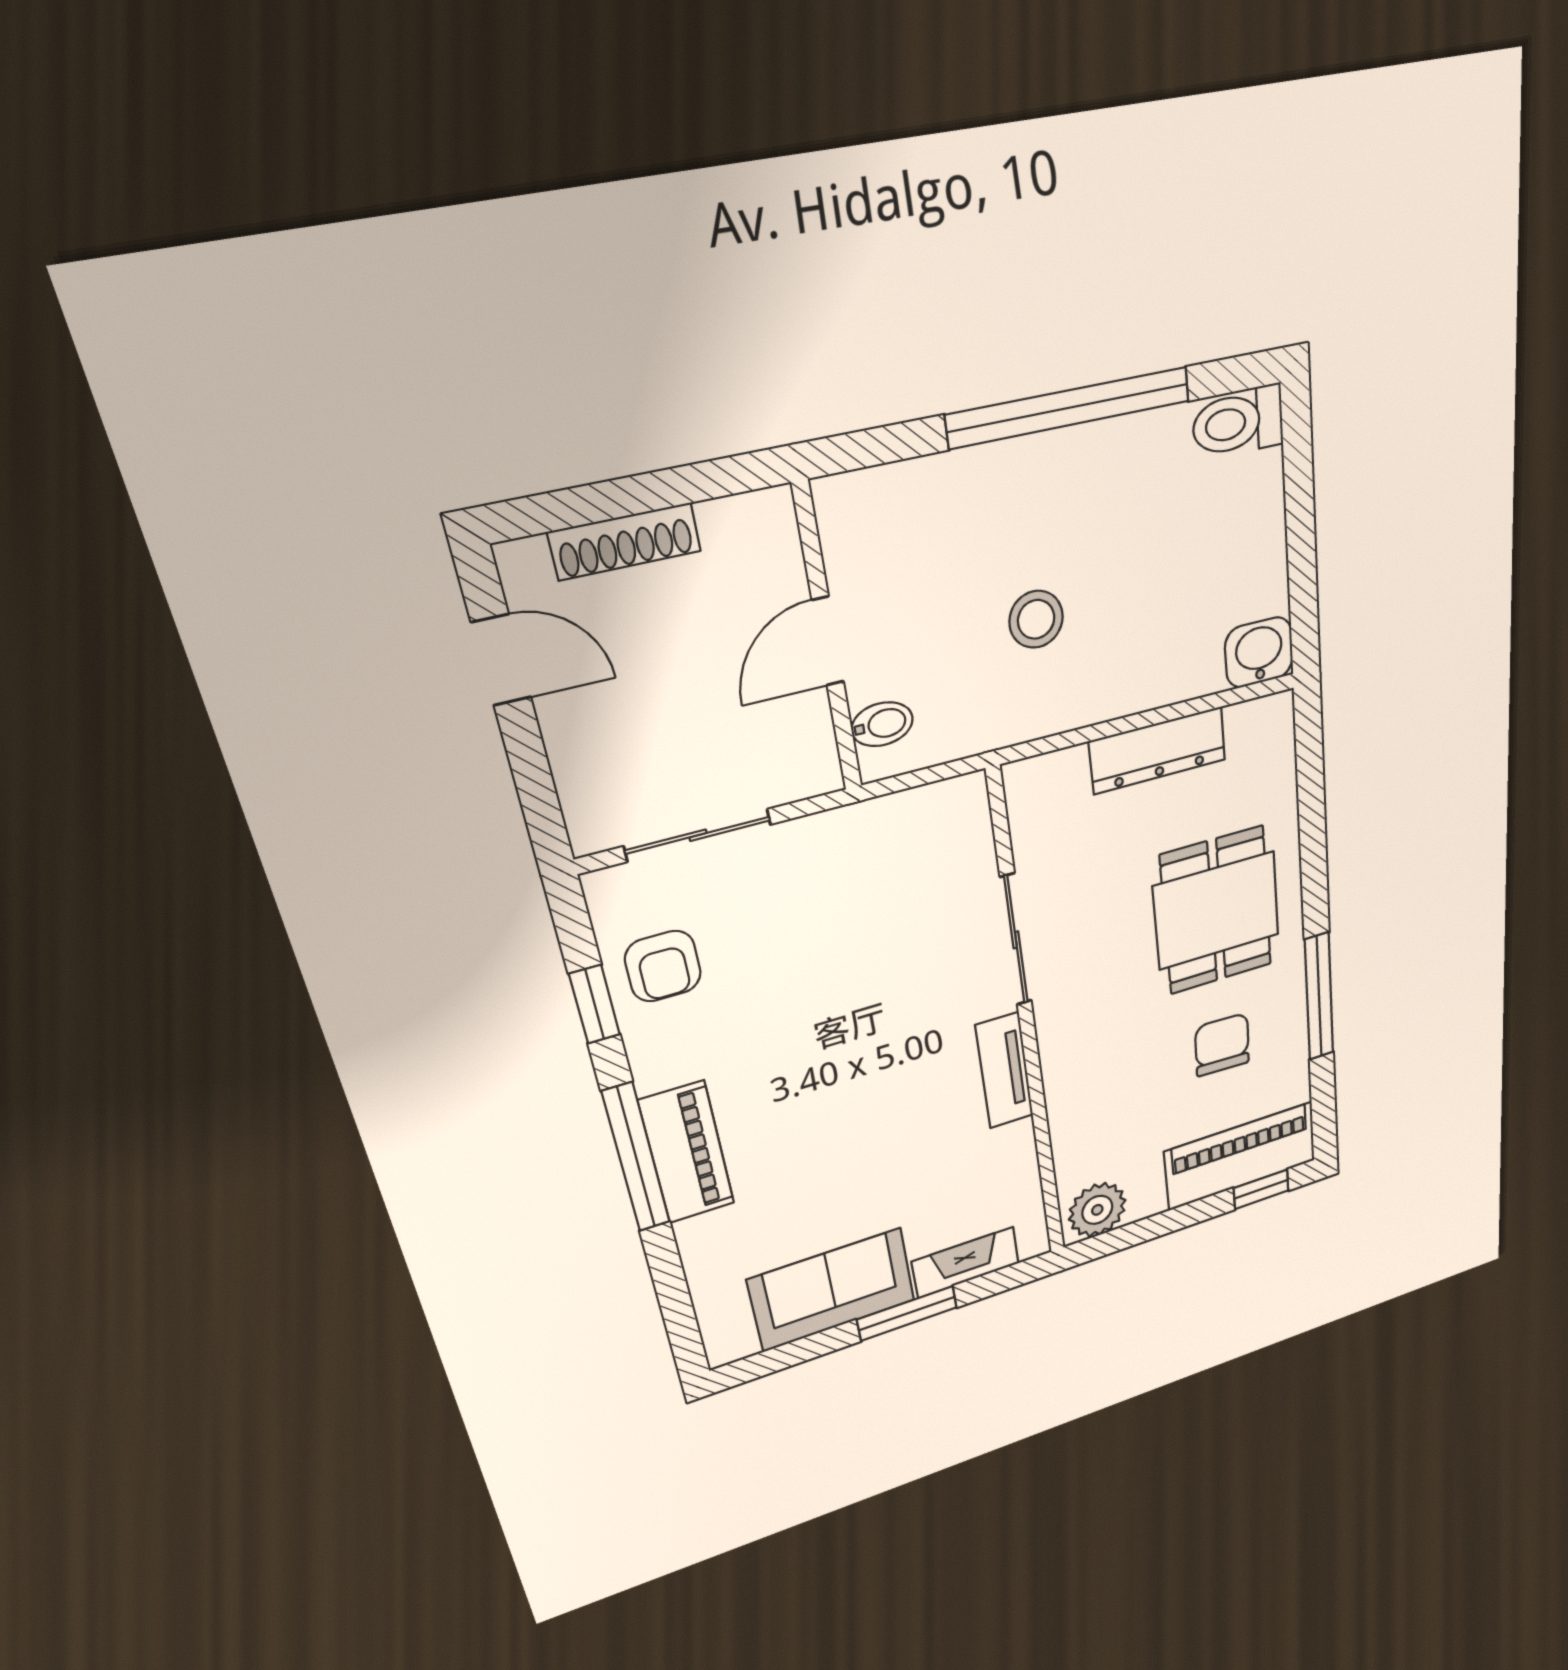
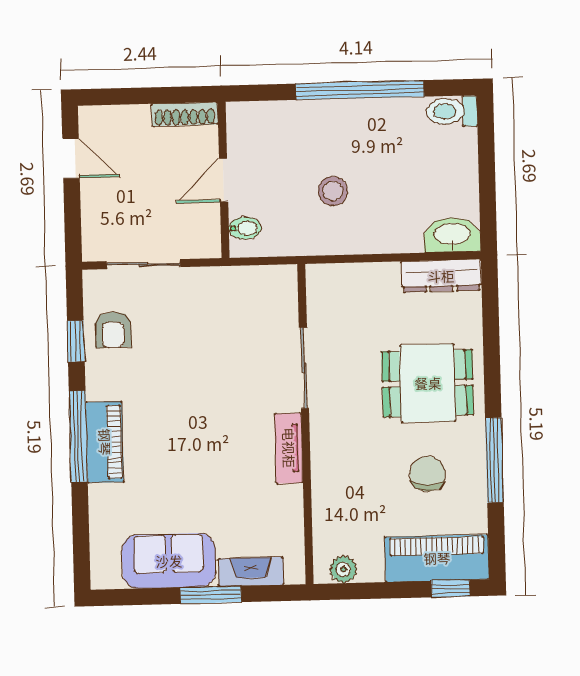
shoe rack: (625, 542) -> (185, 114), moved
washbasin: (1259, 652) -> (452, 235), width x1.38
dresser: (1158, 750) -> (441, 276), moved
dining table: (1216, 911) -> (428, 383), turned 90
plant: (1097, 1210) -> (343, 569), width x0.73, depth x0.73

